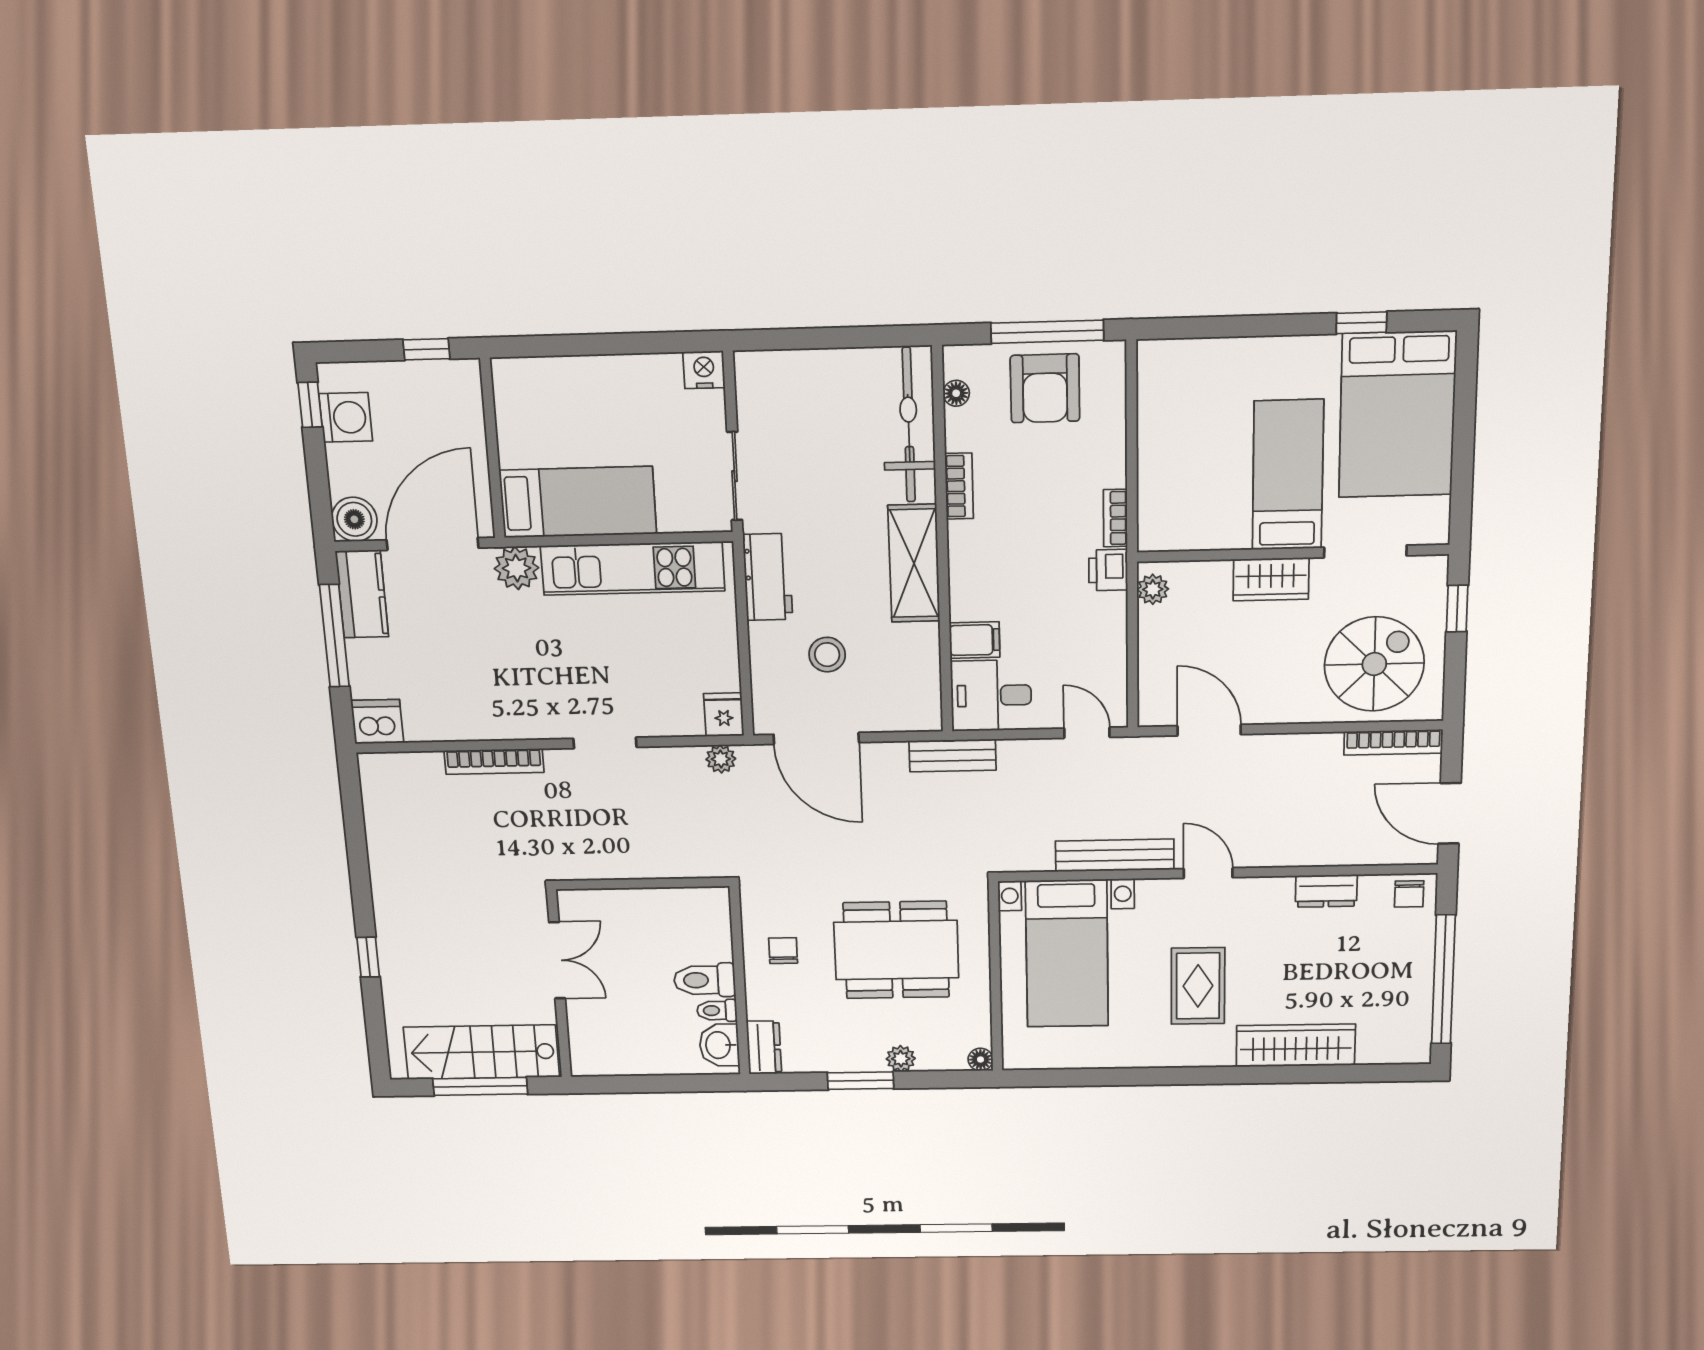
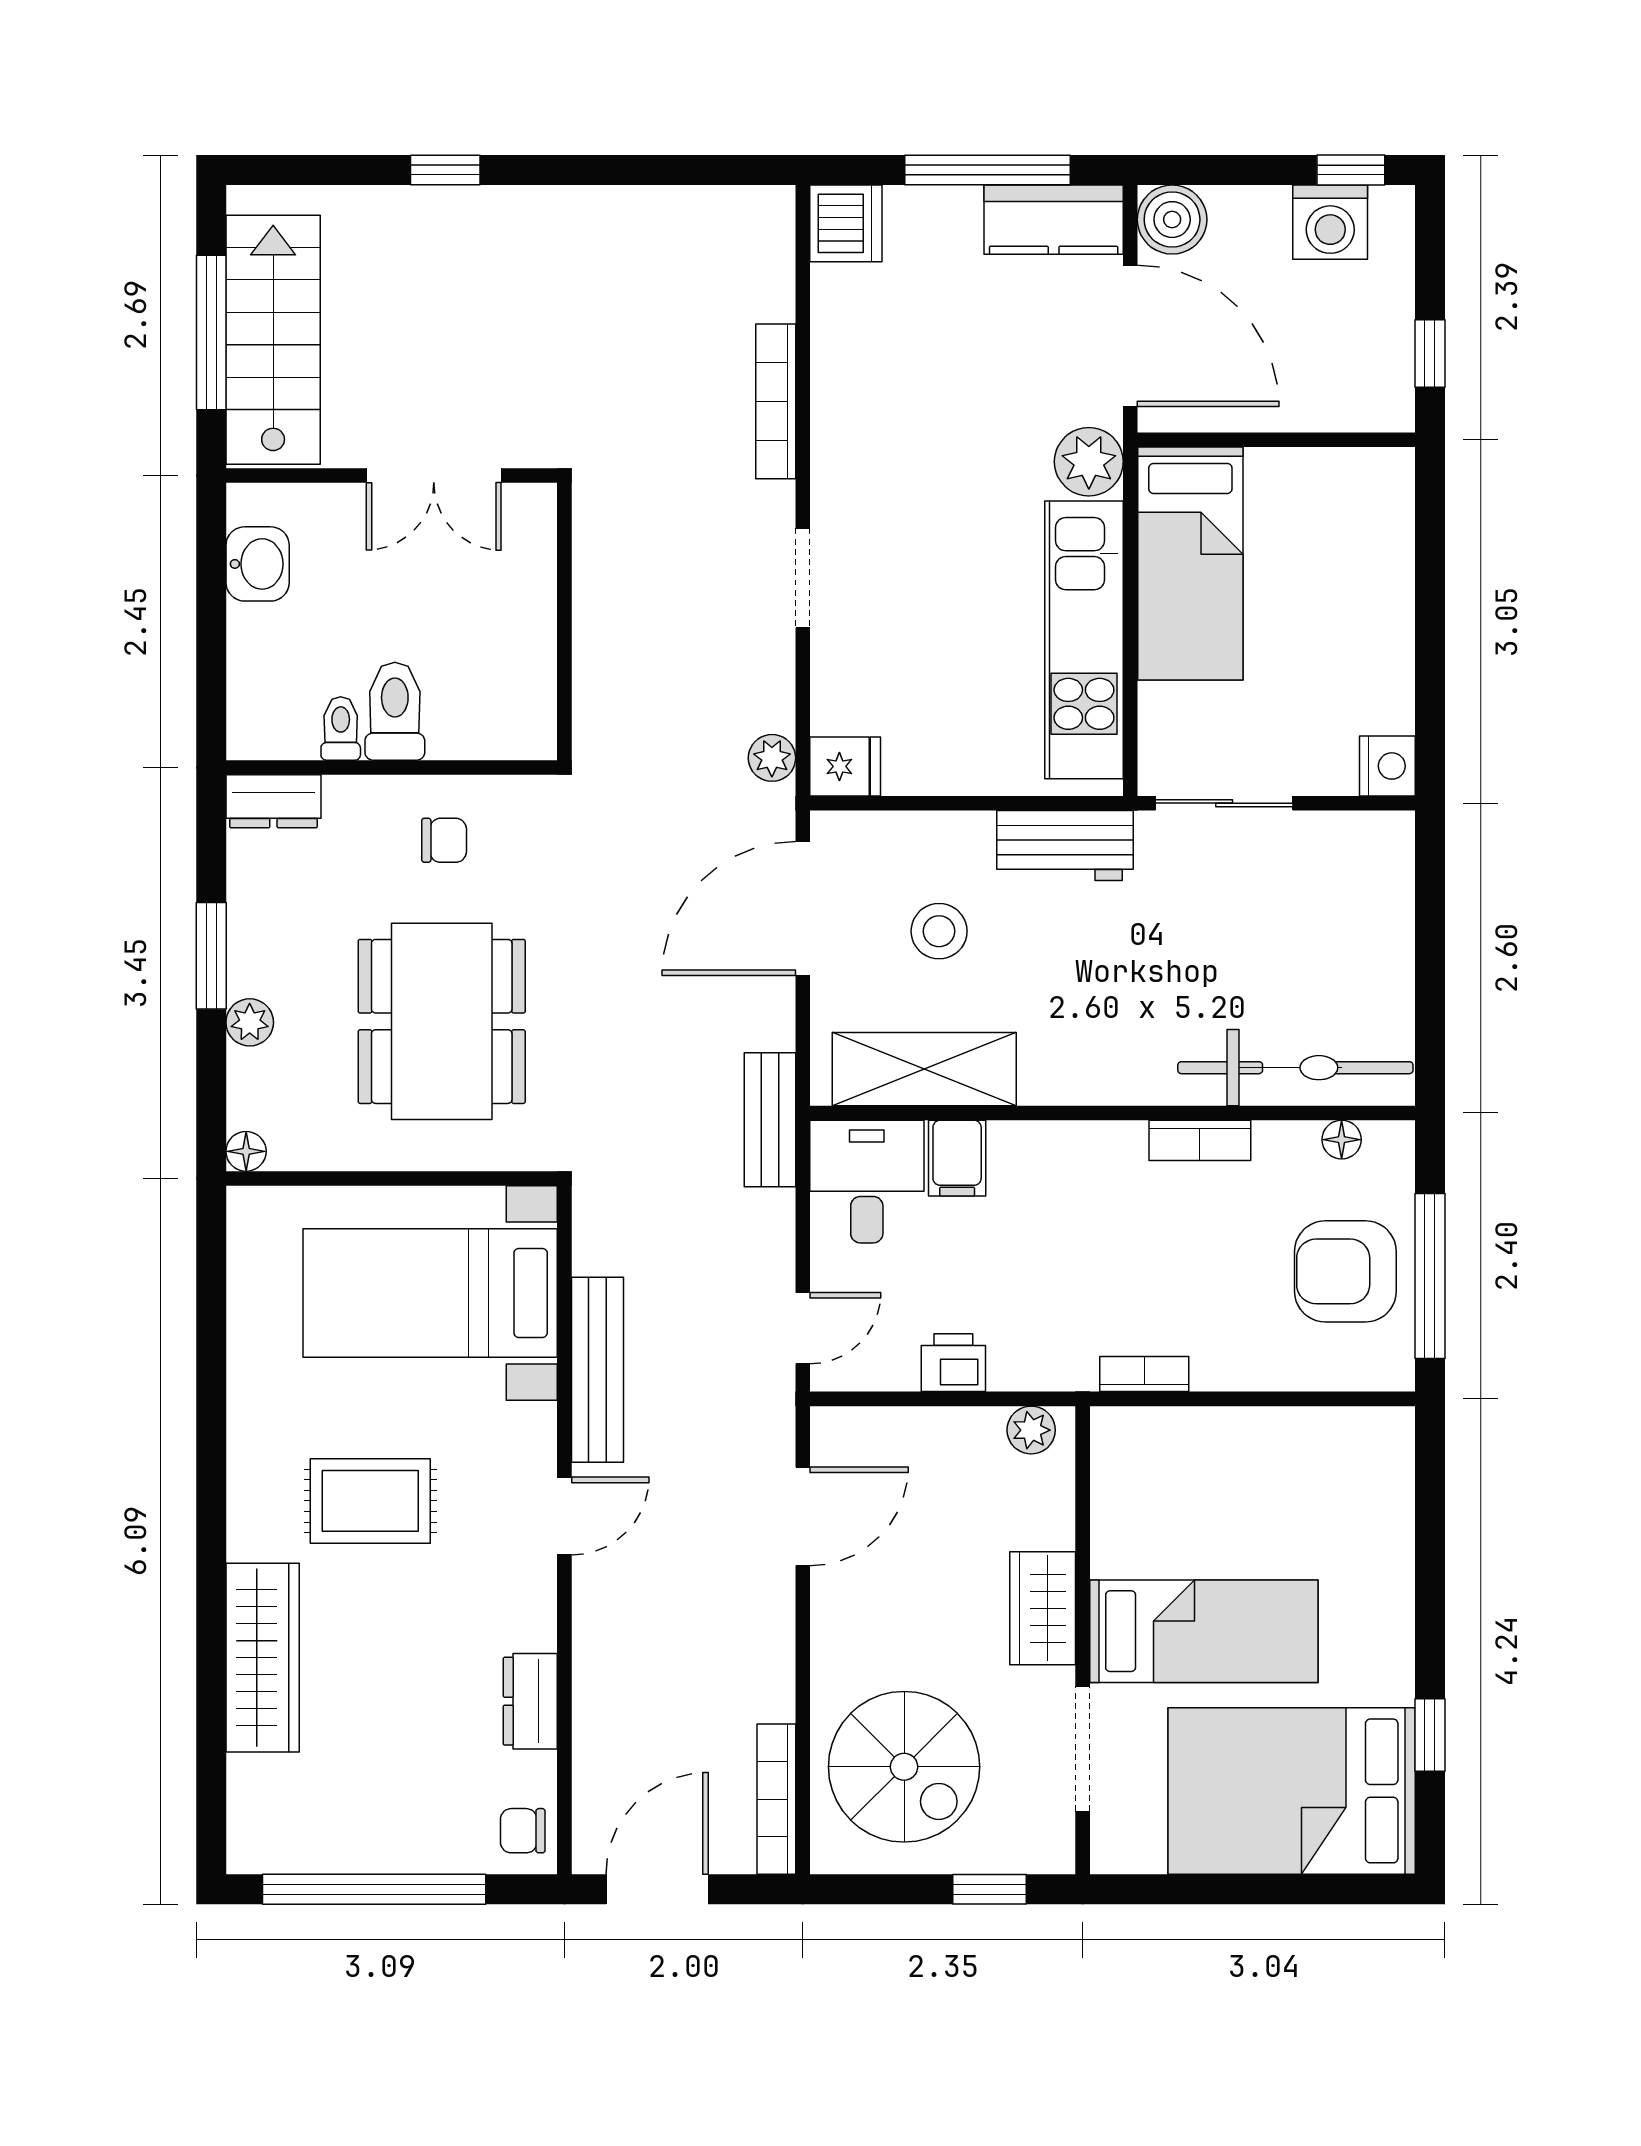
shelving: (914, 563) -> (924, 1069), moved
printer: (1108, 570) -> (953, 1363), moved
washbasin: (719, 1045) -> (258, 564), moved, turned 90

